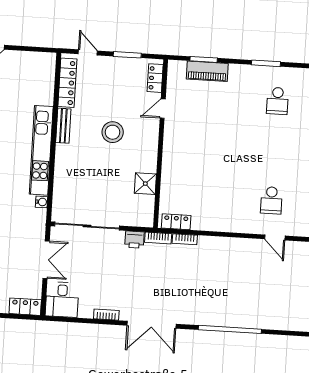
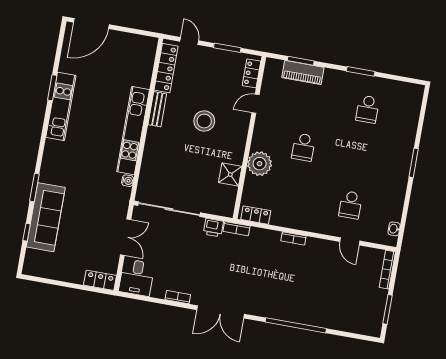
school desk: (217, 147) -> (303, 147), added
plant: (174, 169) -> (260, 164), added
bookcase: (185, 239) -> (293, 238), moved

